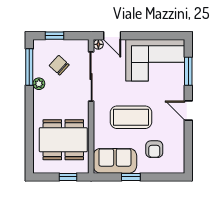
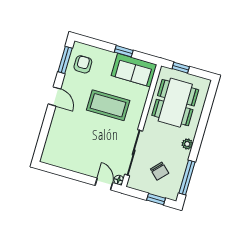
corner sofa: (155, 60) -> (71, 151), removed
window: (188, 71) -> (65, 60), moved
plant: (39, 84) -> (187, 144), moved
dining table: (63, 140) -> (175, 103), turned 90
armchair: (154, 149) -> (83, 64), moved

